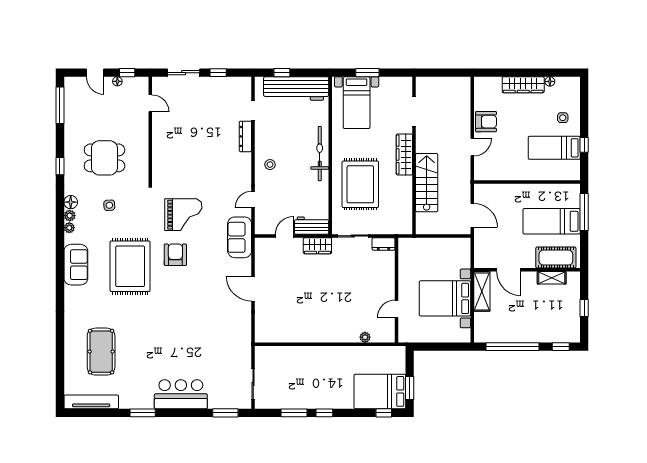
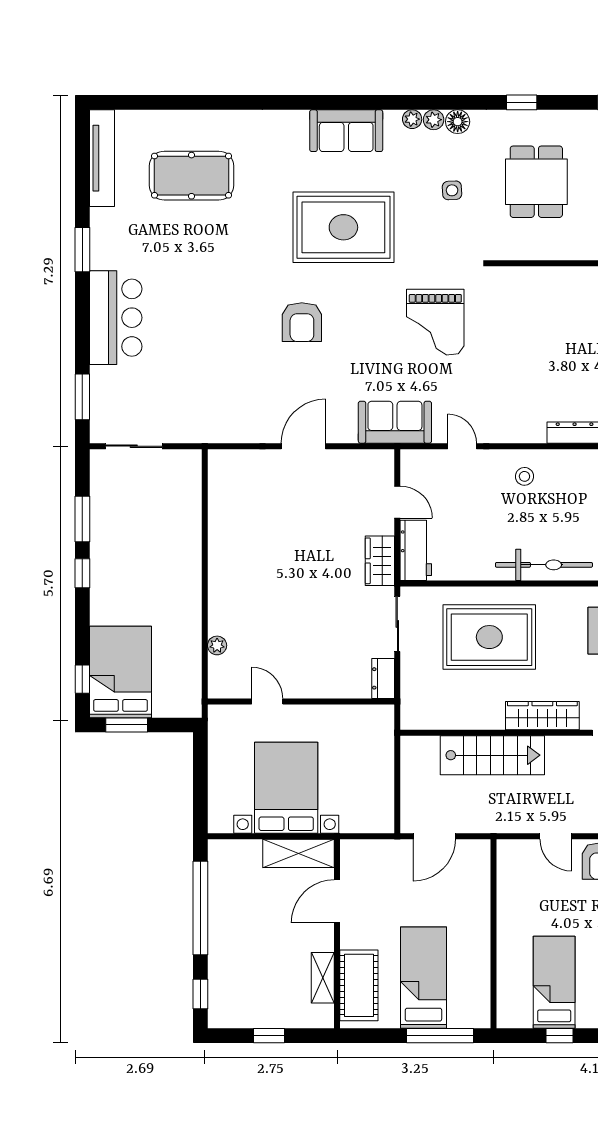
armchair: (175, 255) -> (302, 322), moved, turned 90

